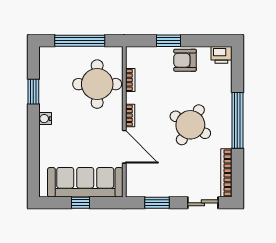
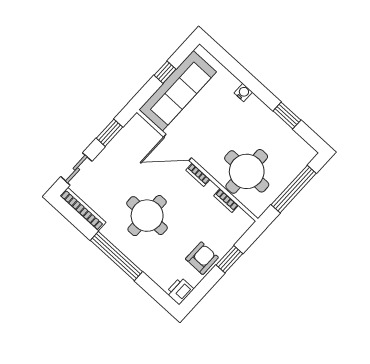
water cooler: (45, 119) -> (243, 93), moved
round table: (190, 125) -> (147, 216), turned -30

